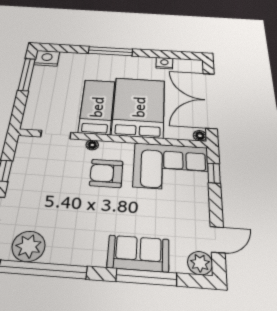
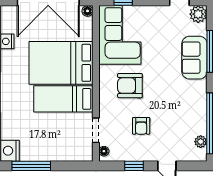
floor lamp: (92, 145) -> (104, 151), moved
armchair: (106, 173) -> (130, 86), turned 90
armchair: (54, 182) -> (141, 126), added
plant: (29, 246) -> (201, 142), width x0.53, depth x0.53

